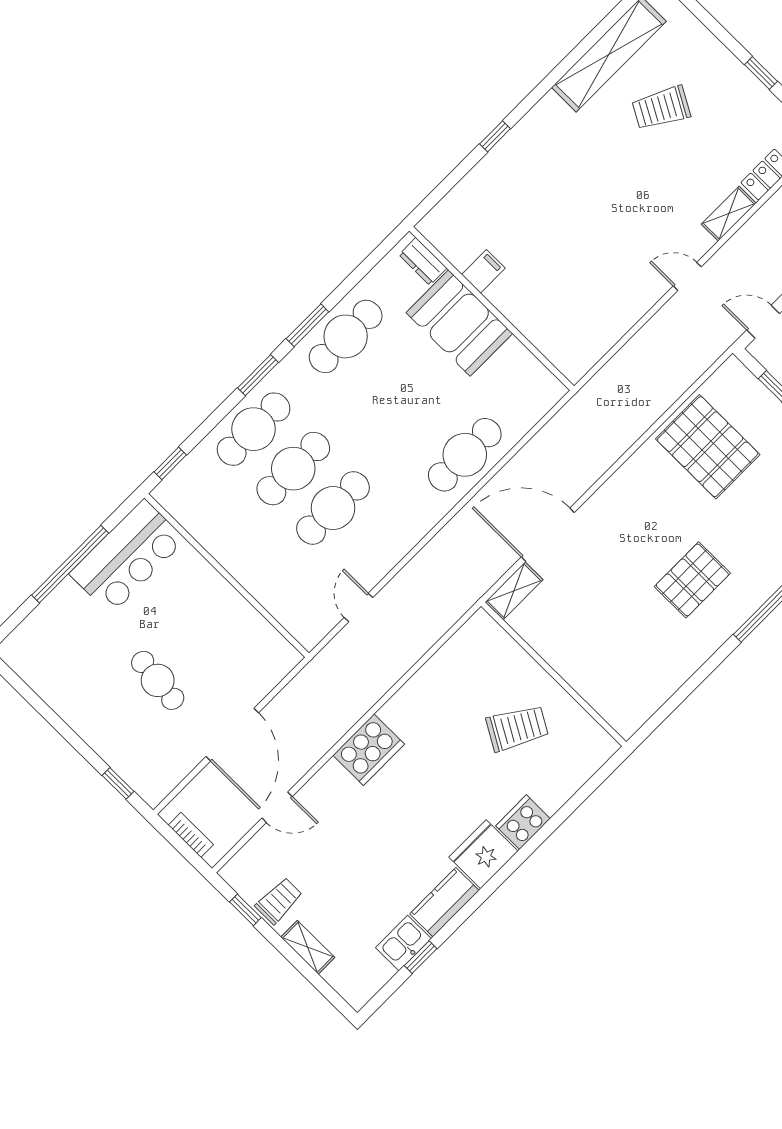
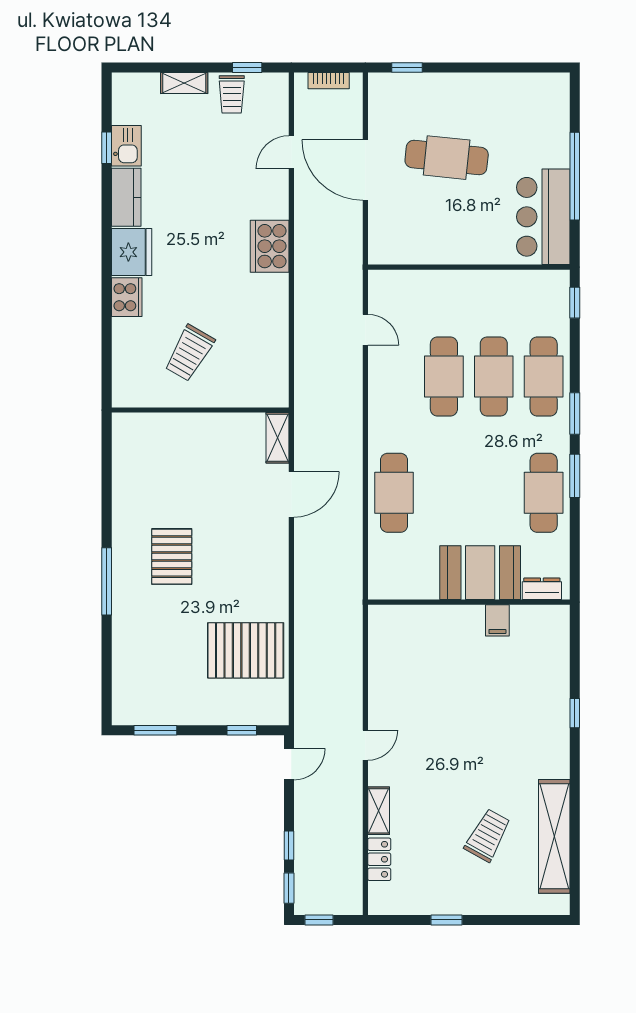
door: (548, 535) -> (291, 494), width x0.73
cafe table: (158, 680) -> (447, 158), width x1.37, depth x1.35

